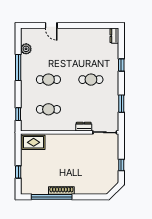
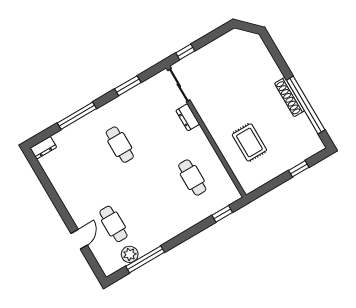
window: (121, 65) -> (77, 116), width x2.17
window: (18, 67) -> (145, 259), moved
cafe table: (48, 80) -> (113, 224), moved
rug: (34, 142) -> (249, 142), moved
window: (121, 165) -> (185, 52), moved

